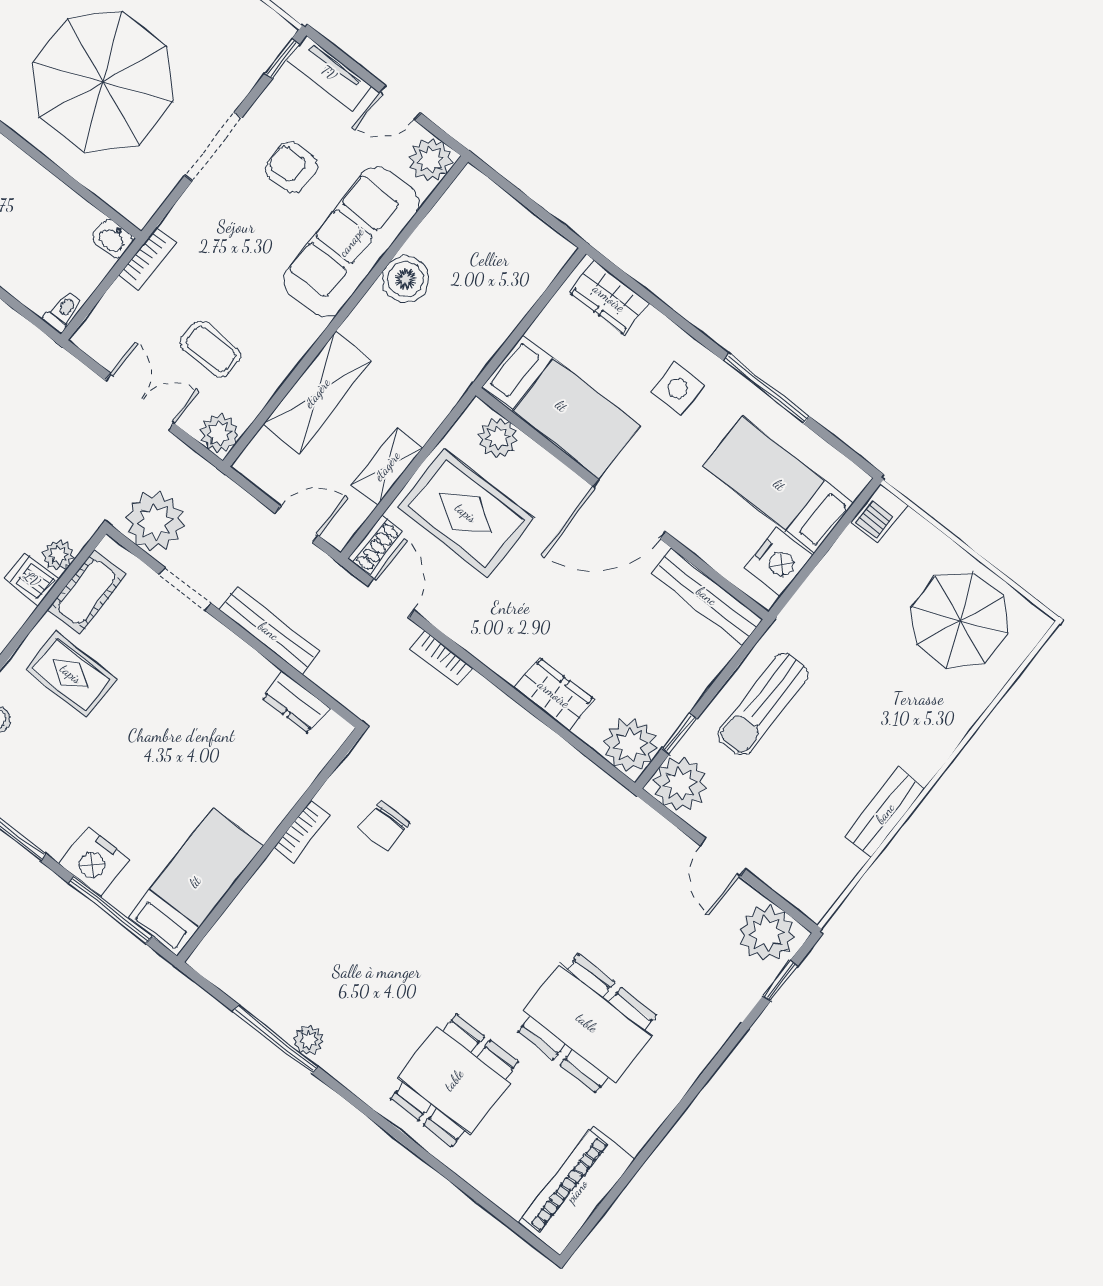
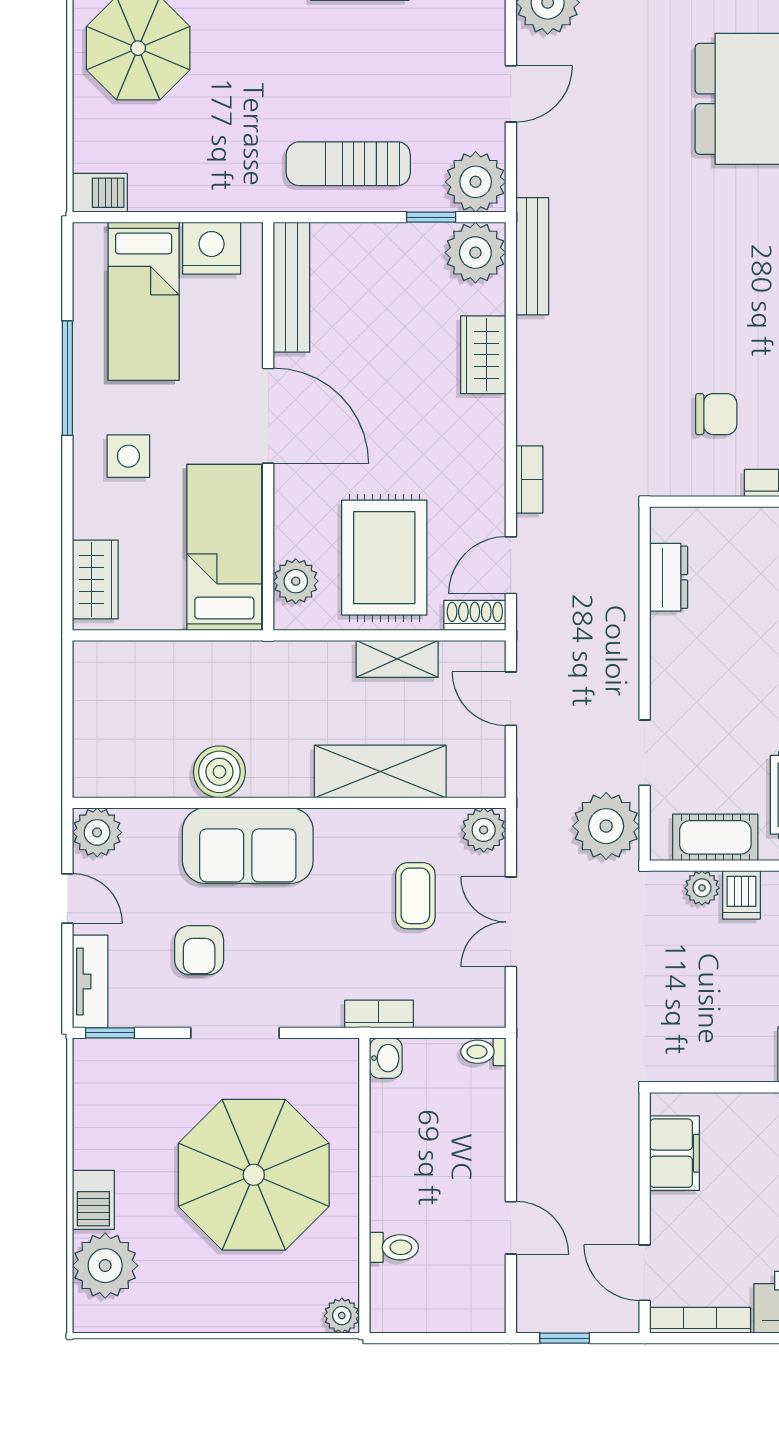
sofa: (351, 242) -> (248, 846), width x0.73
bench: (269, 631) -> (532, 256), moved
sun lounger: (763, 704) -> (348, 164), turned 180

